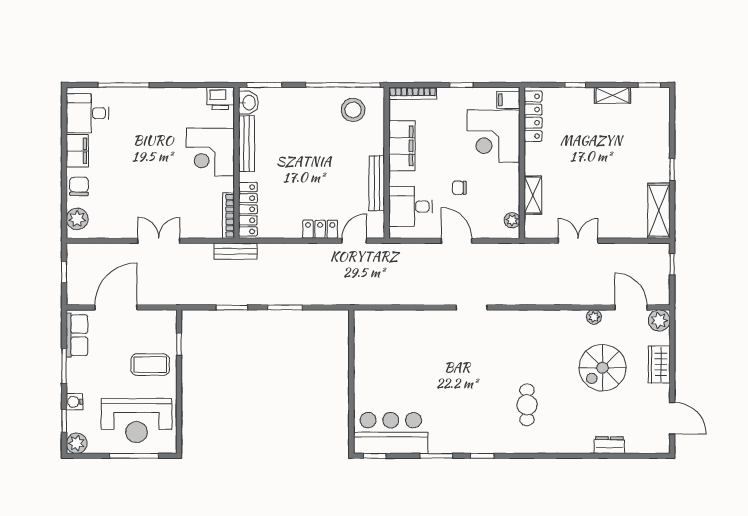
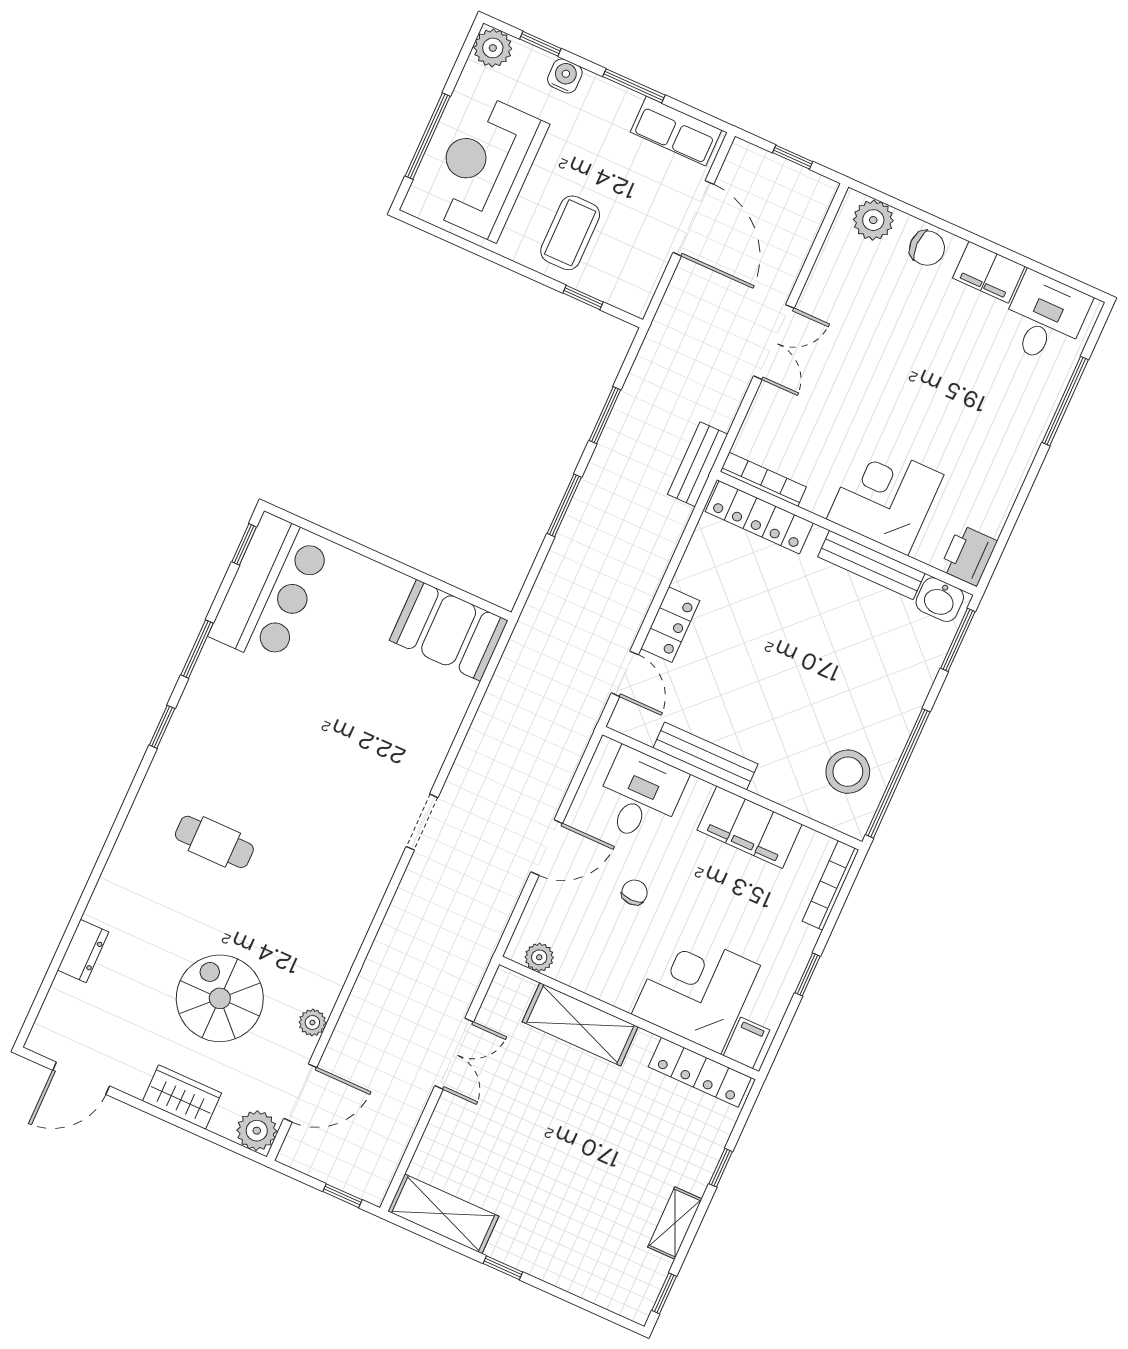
shelving: (533, 195) -> (580, 1024), width x1.50, depth x1.33
booth: (372, 337) -> (449, 630), added

